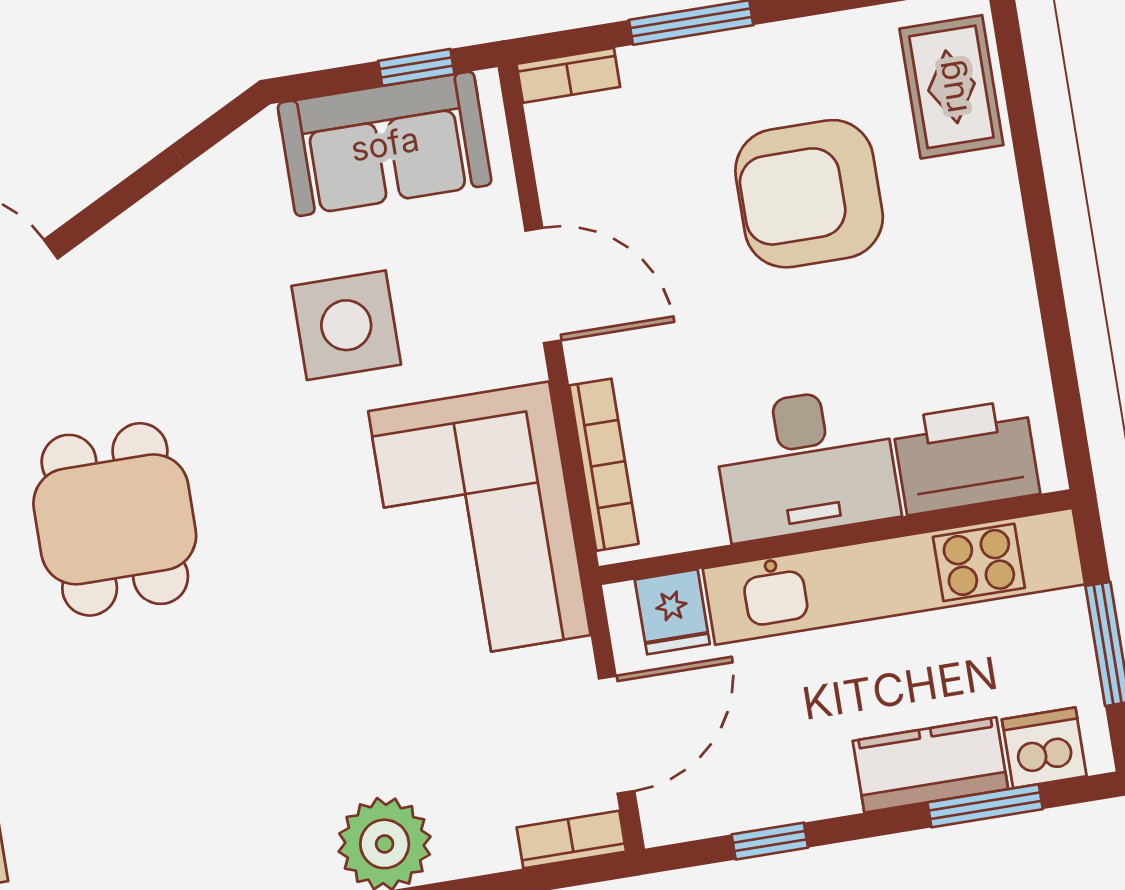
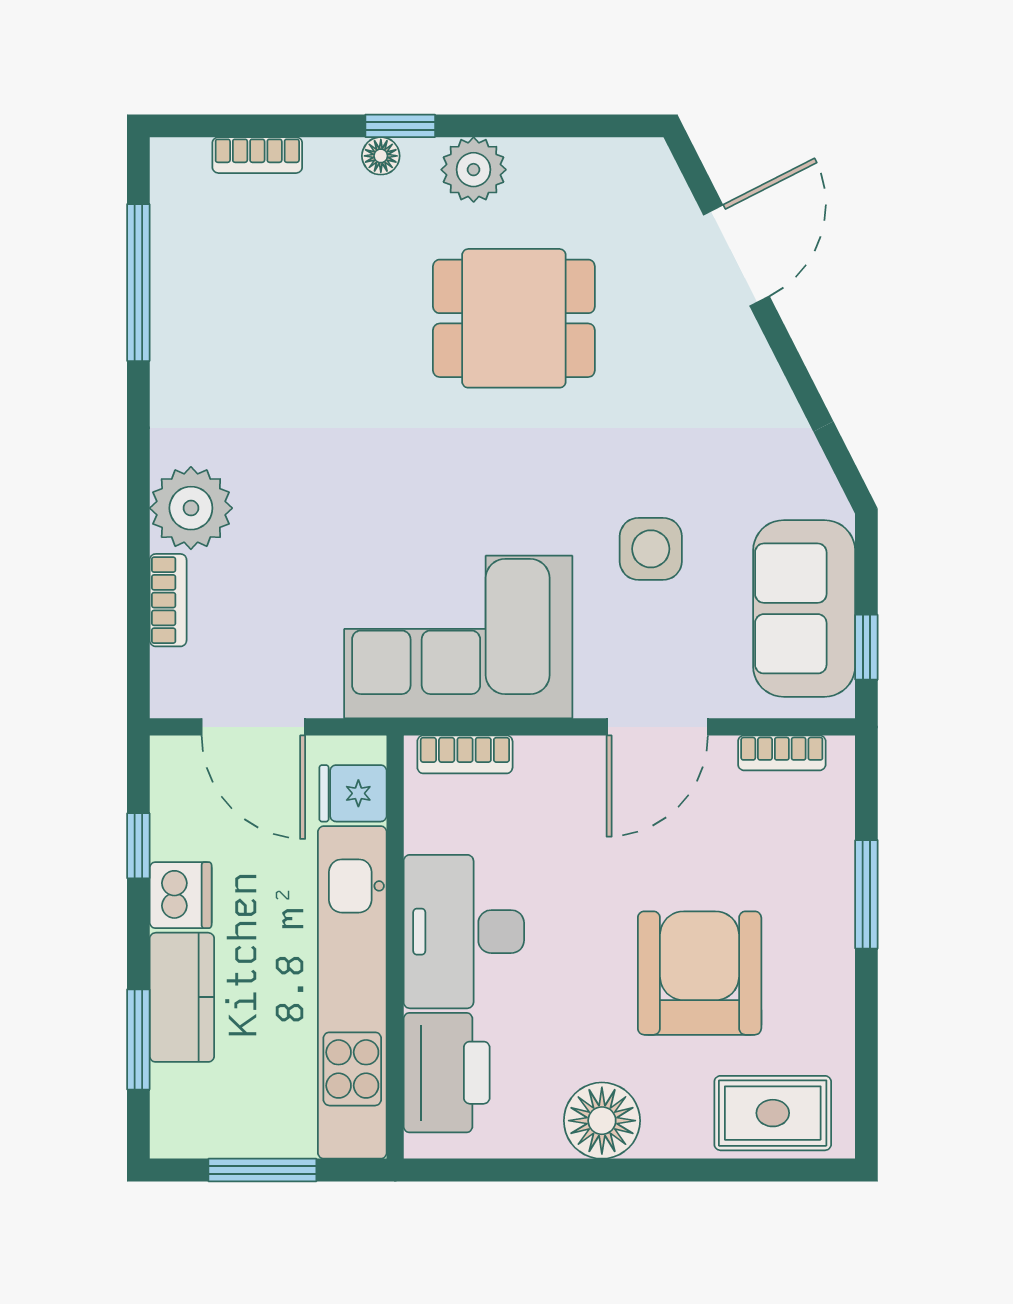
bookcase: (568, 75) -> (782, 753), moved, turned -90
floor lamp: (991, 275) -> (602, 1121), added
side table: (346, 325) -> (651, 549), width x0.73, depth x0.73
bookcase: (604, 465) -> (465, 754), width x0.64
dishwasher: (1044, 748) -> (181, 895), moved
bookcase: (571, 840) -> (168, 600), moved

